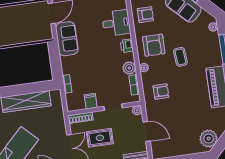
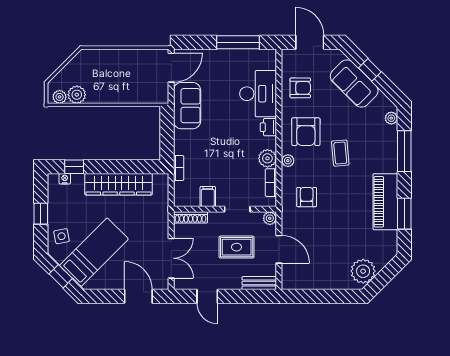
desk: (116, 23) -> (258, 94), width x1.37
armchair: (161, 92) -> (307, 197), turned -90
rug: (100, 138) -> (237, 247), moved

